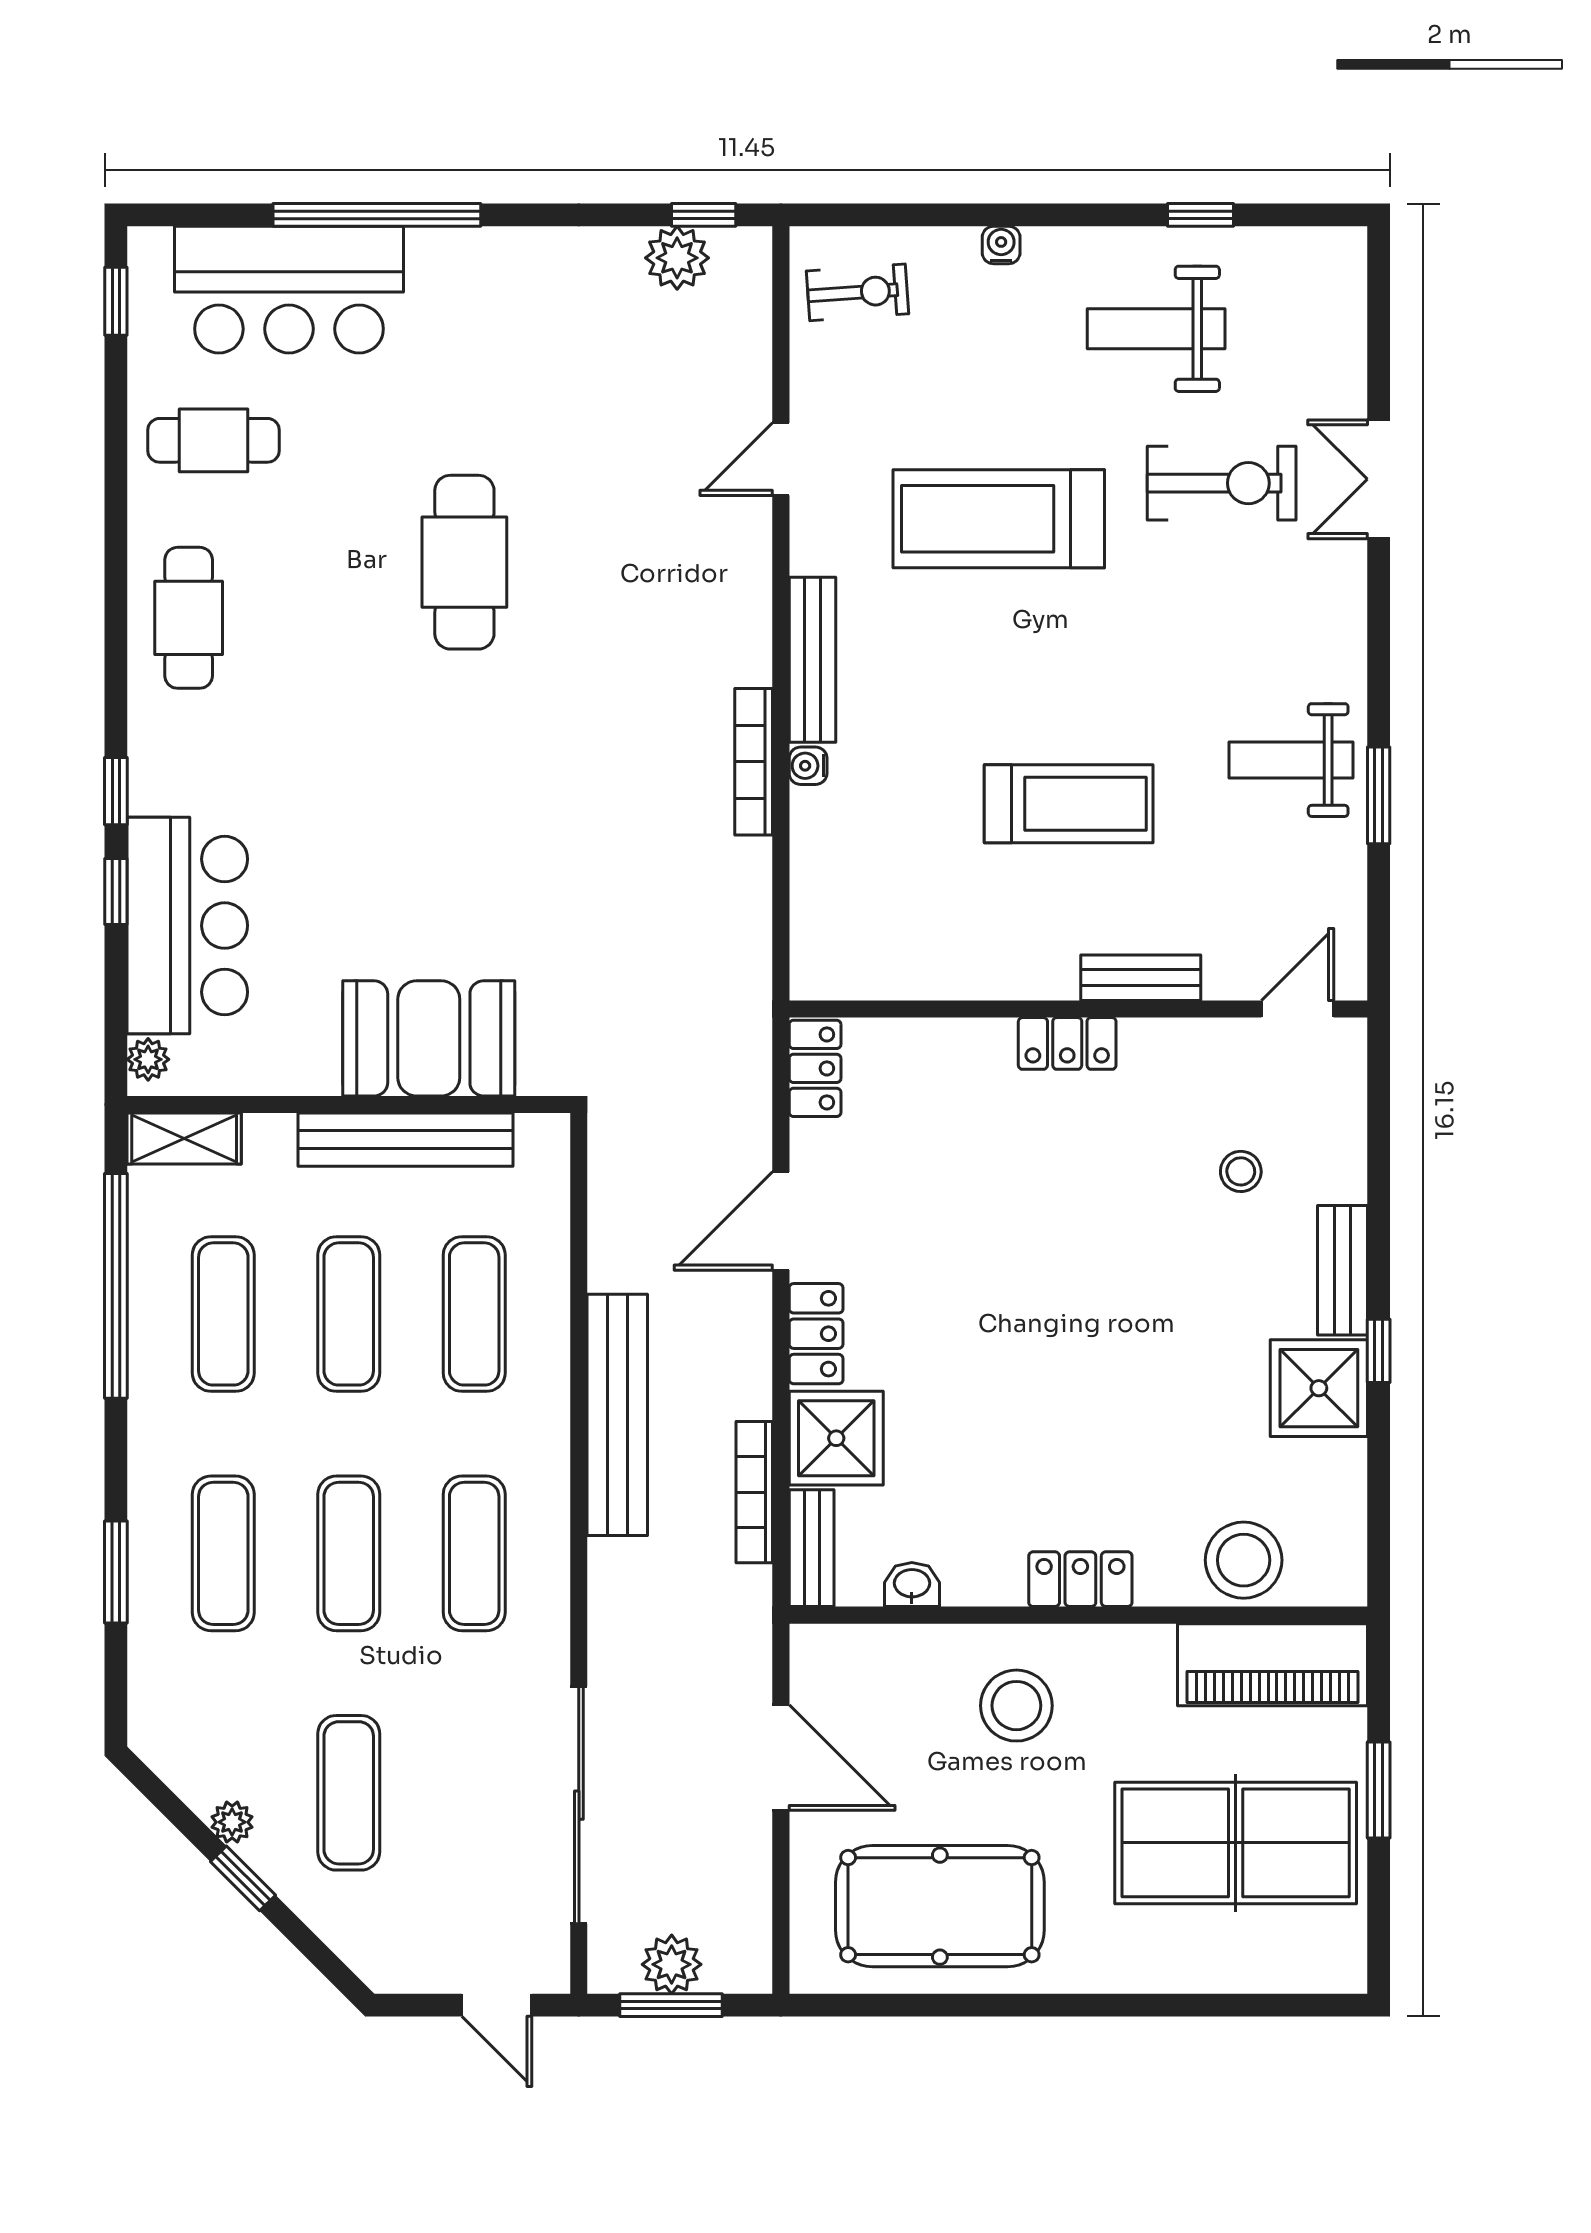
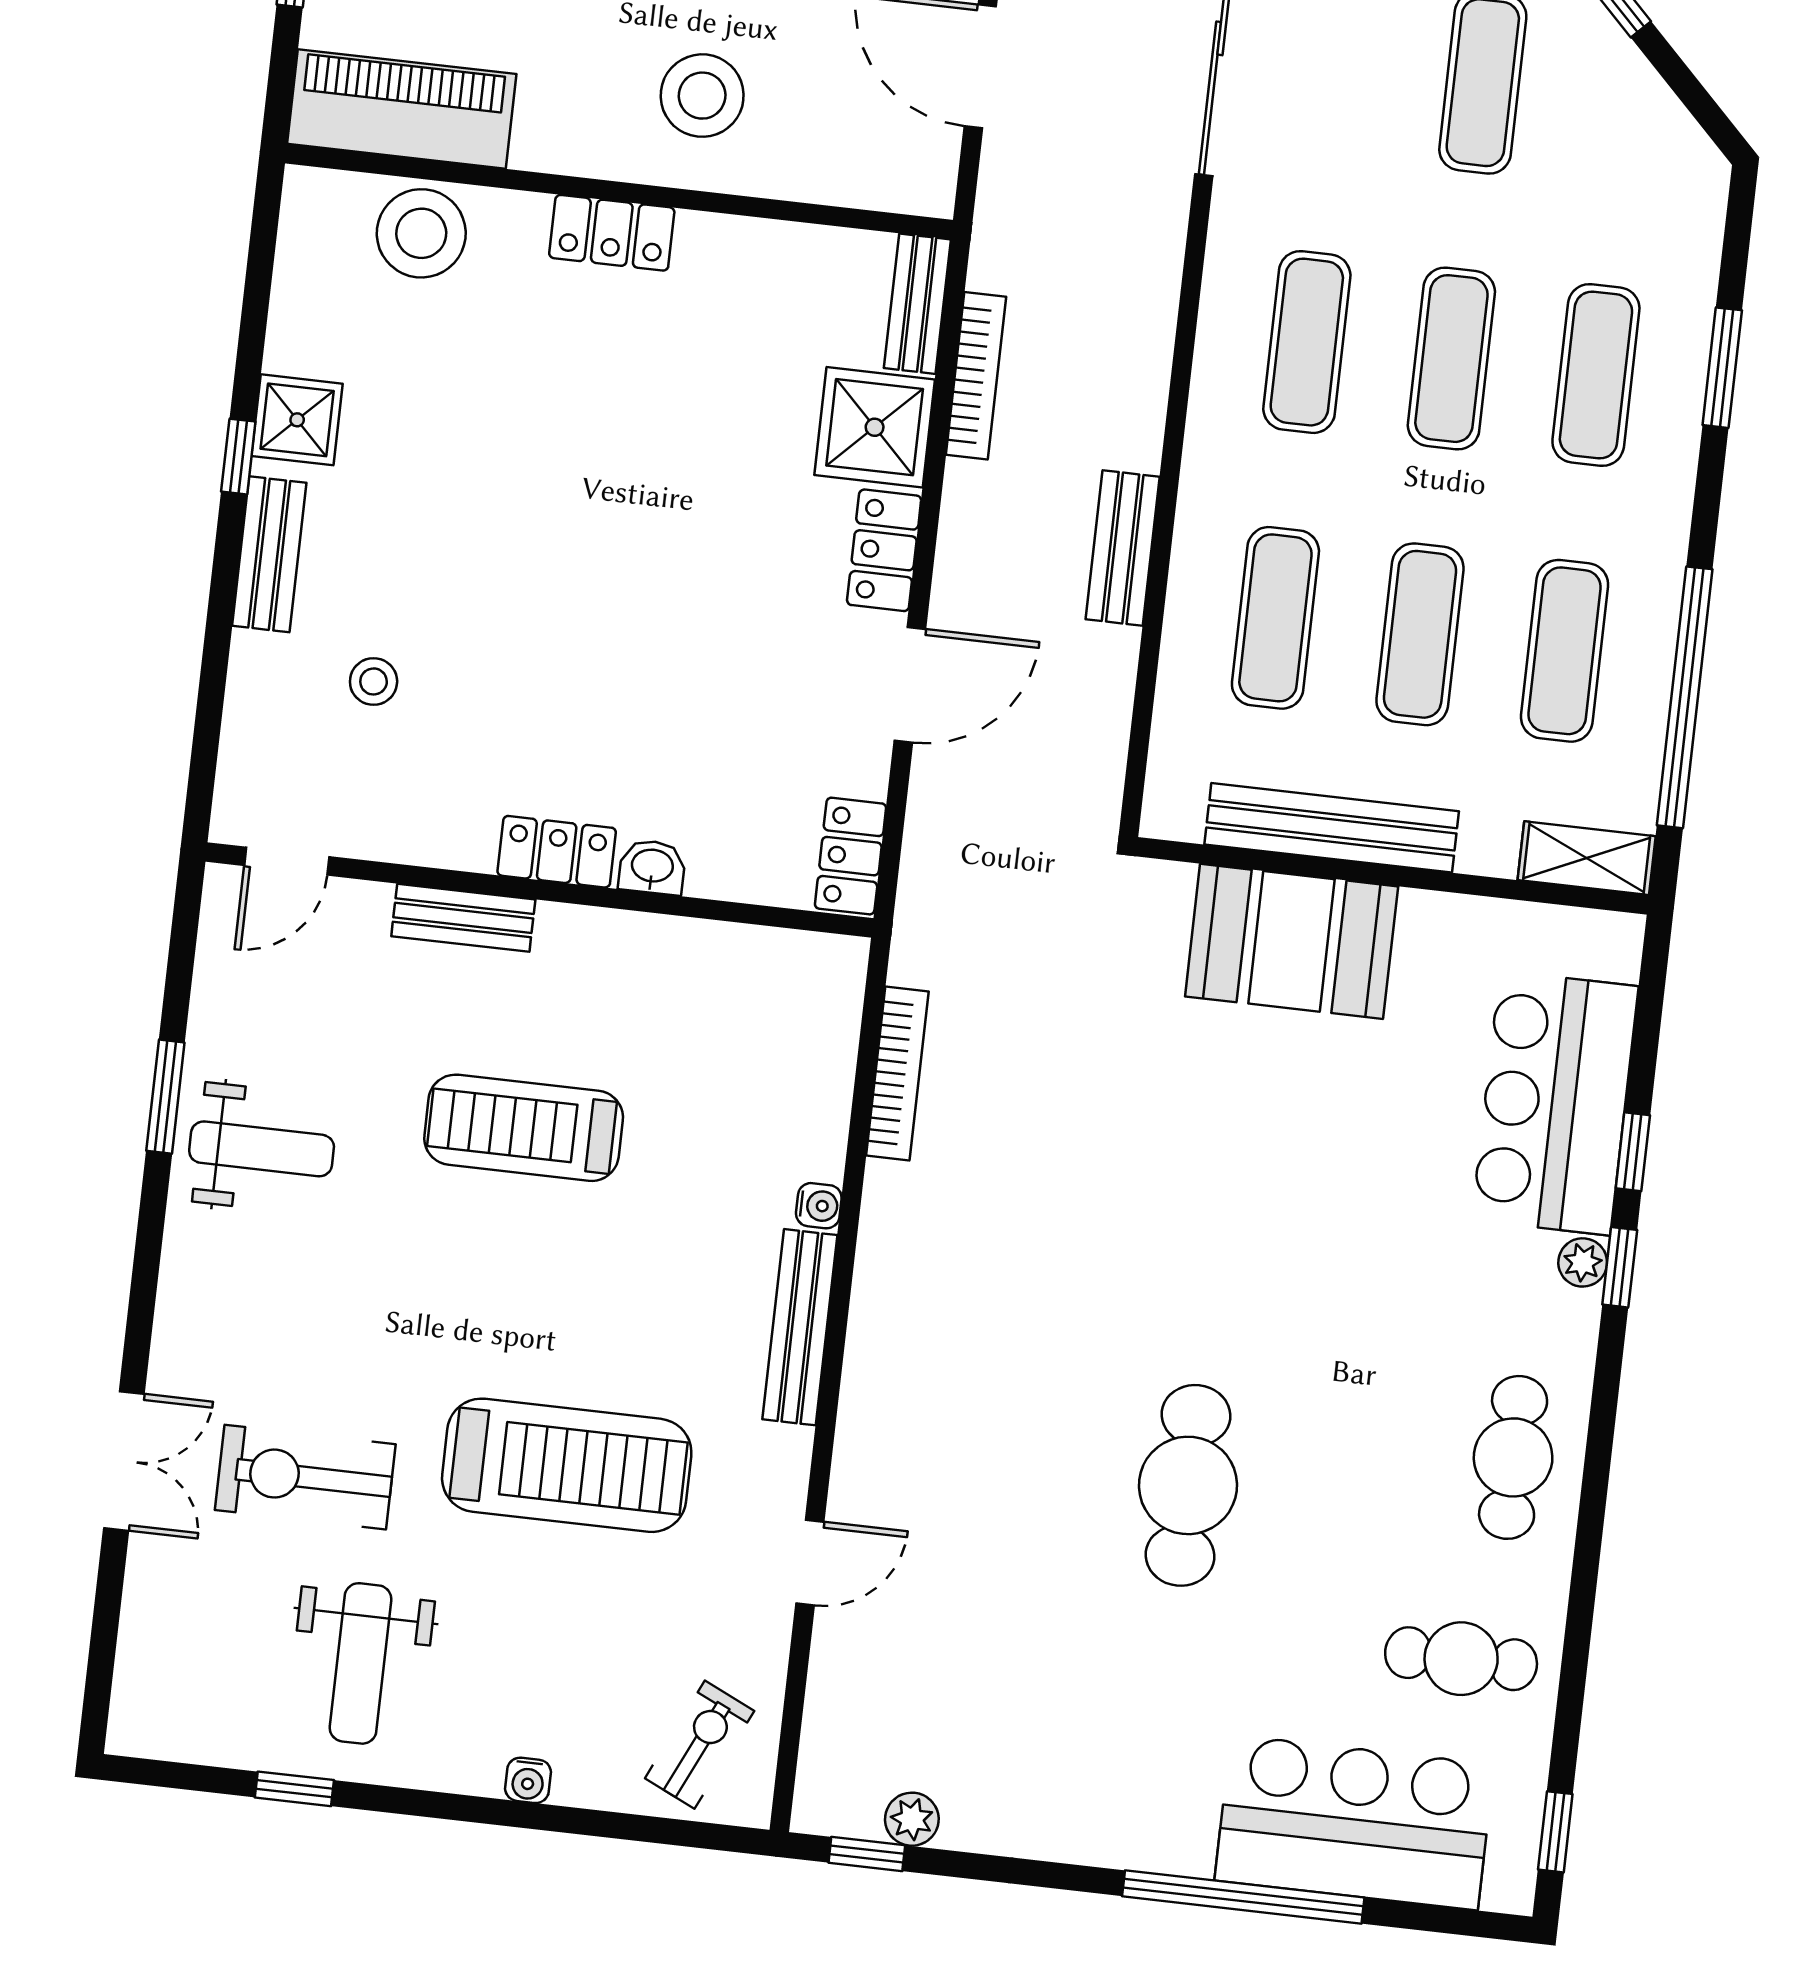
plant: (677, 258) -> (912, 1819), width x0.73, depth x0.73
exercise bike: (858, 292) -> (700, 1745), turned 119
weight bench: (1156, 329) -> (361, 1663), turned 90
bookcase: (754, 762) -> (897, 1074), moved
plant: (148, 1059) -> (1583, 1262), moved
shower: (1319, 1388) -> (297, 420), width x0.73, depth x0.73
bench: (617, 1415) -> (1123, 548), width x0.54, depth x0.82
washbasin: (912, 1585) -> (652, 867), moved, turned 180
plant: (232, 1822) -> (1621, 64), removed

